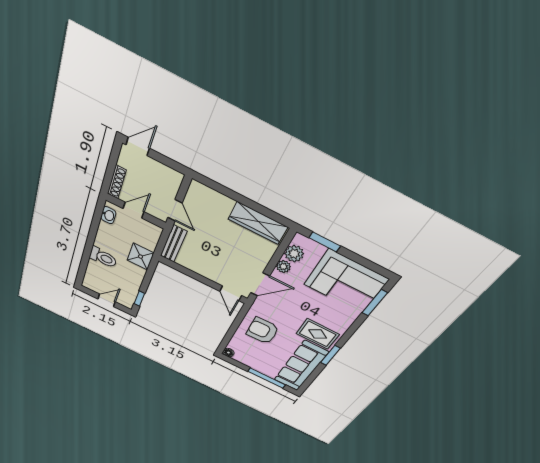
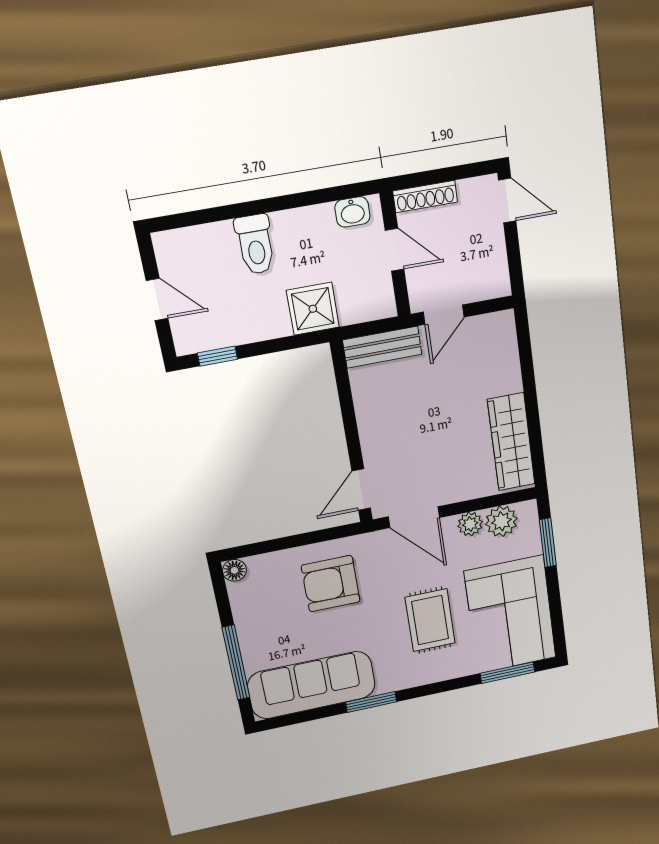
armchair: (263, 331) -> (331, 584), turned -88
rug: (318, 334) -> (430, 620), moved

